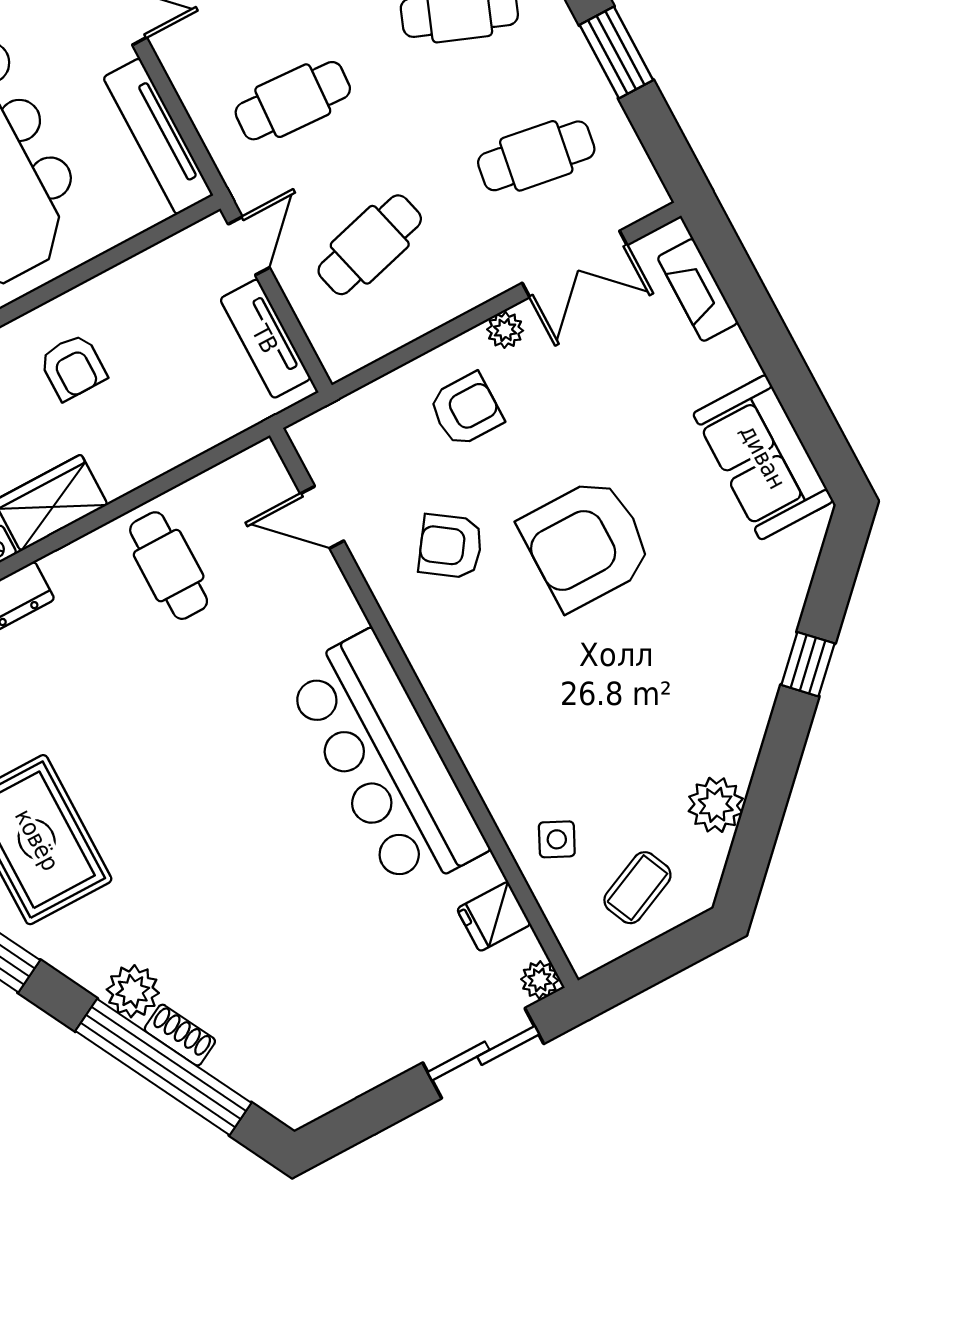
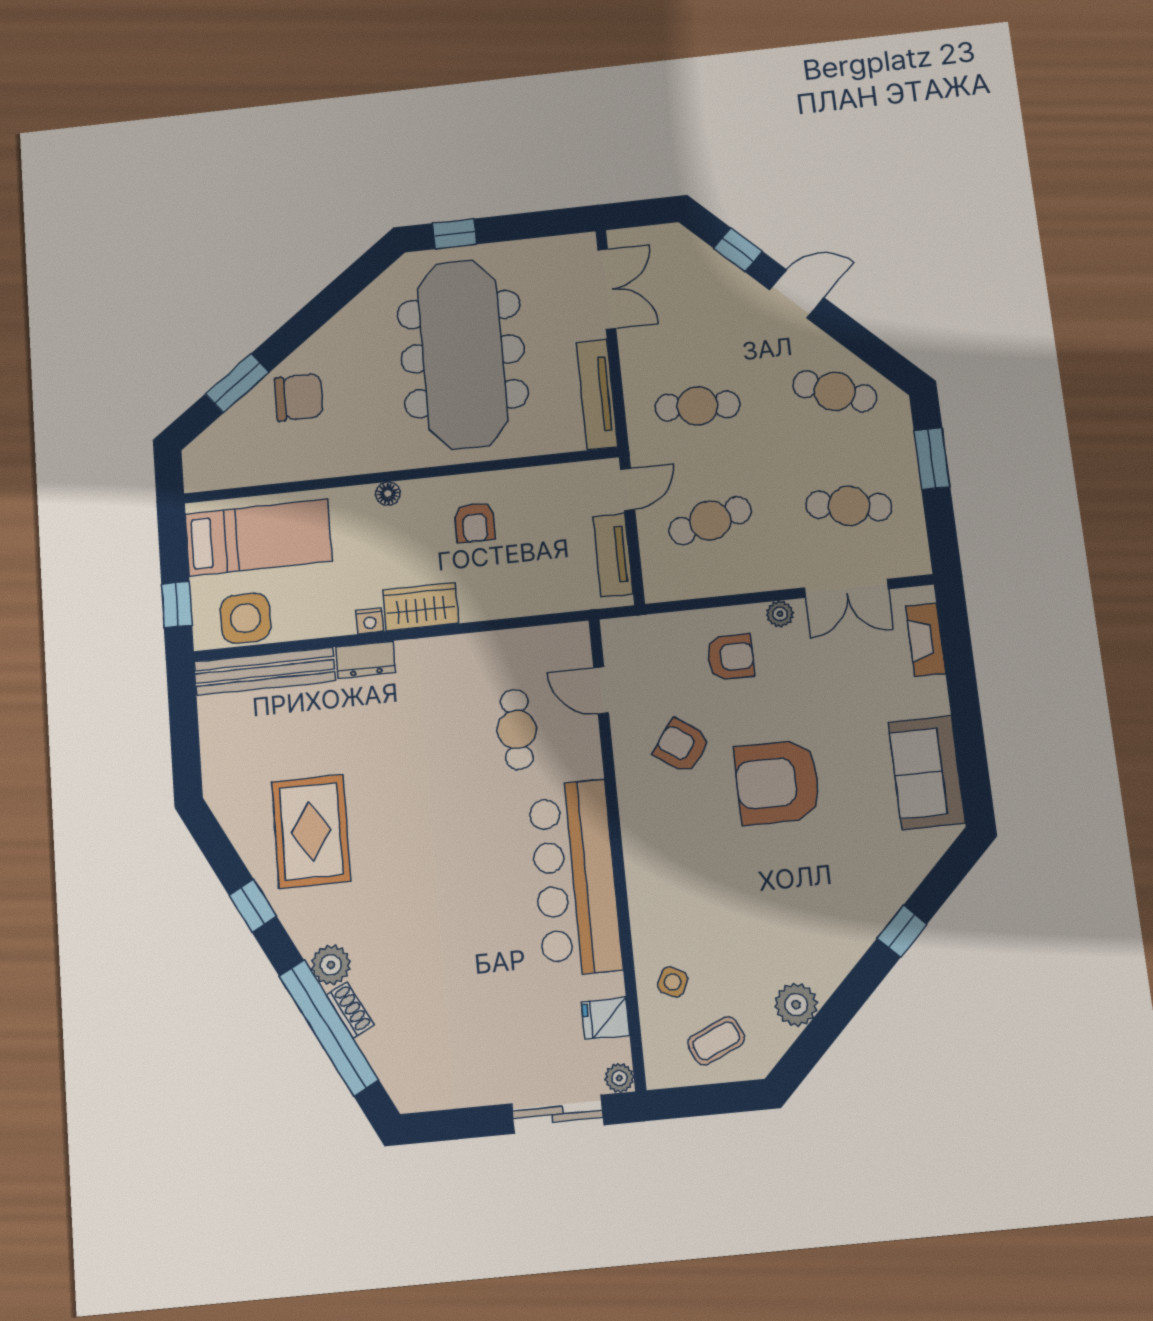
cafe table: (169, 566) -> (517, 729), moved

